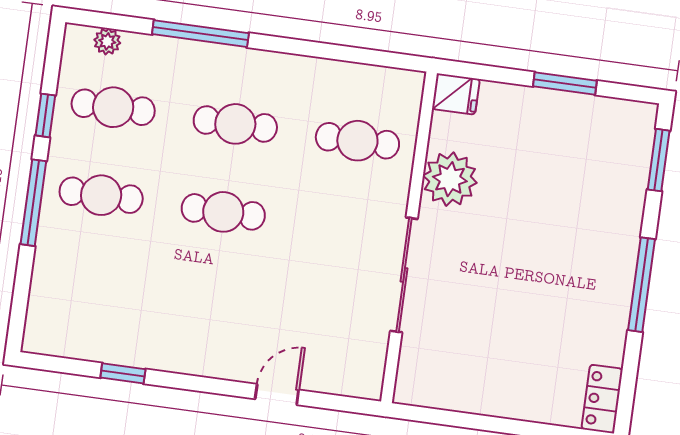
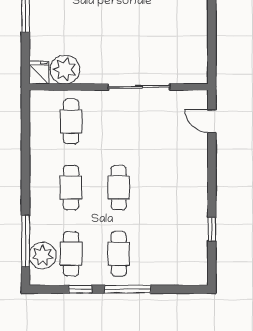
window: (200, 34) -> (25, 241), moved
plant: (107, 41) -> (43, 255), width x1.88, depth x1.88
plant: (450, 179) -> (65, 69), moved
door: (277, 394) -> (212, 121), moved

